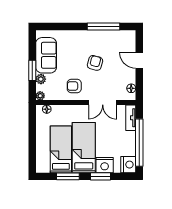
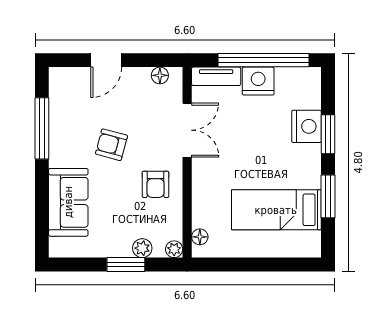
sofa: (46, 55) -> (68, 202), moved, turned 90
bed: (84, 148) -> (273, 166), removed
nightstand: (128, 165) -> (258, 81), moved

